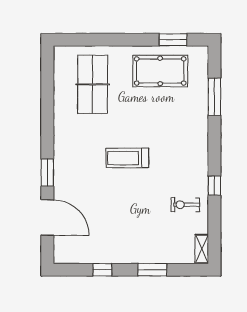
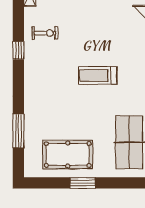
window: (173, 40) -> (82, 183), moved
treadmill: (127, 158) -> (98, 75), turned 180

